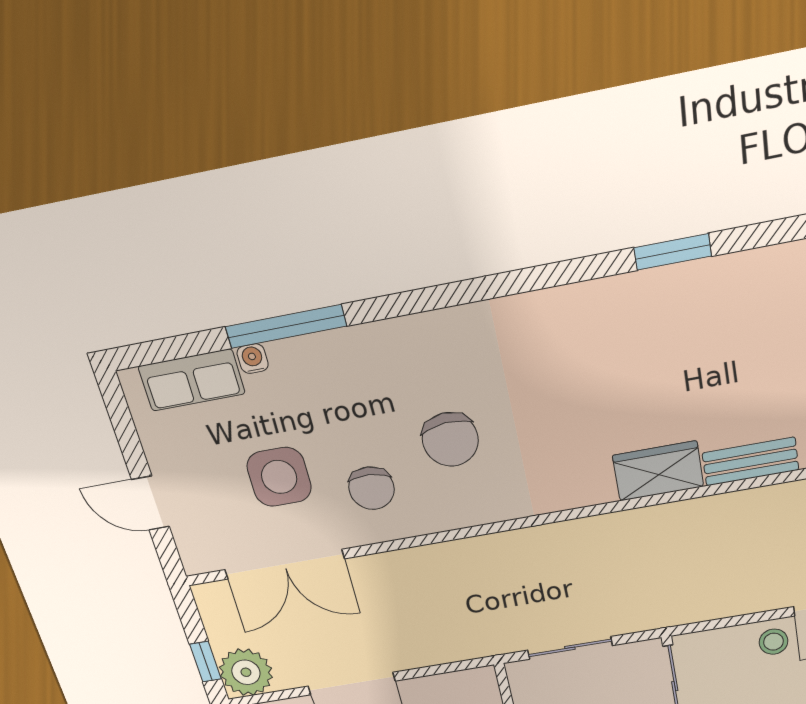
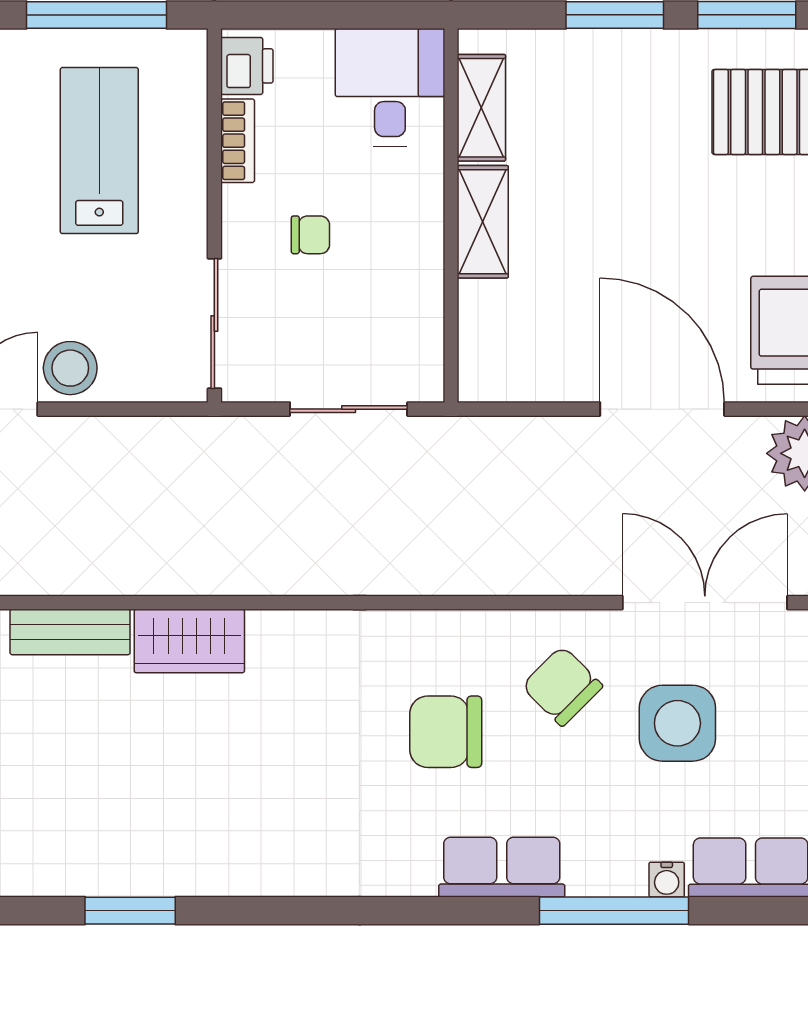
row of seats: (382, 344) -> (502, 867), added
chair: (450, 439) -> (446, 732), turned -86
chair: (371, 488) -> (562, 686), turned -49
stool: (774, 642) -> (70, 368), width x1.37, depth x1.37

